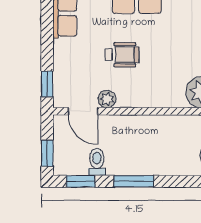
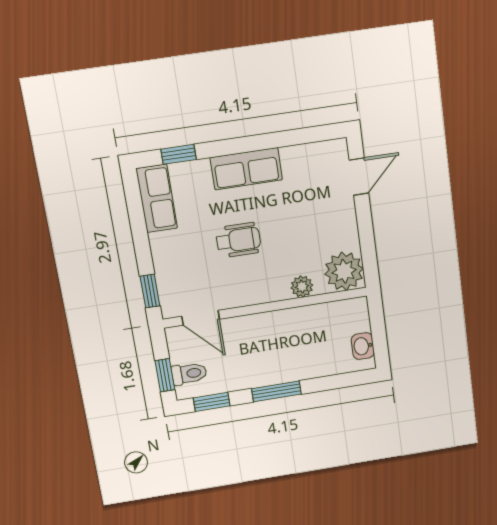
plant: (107, 99) -> (302, 287), moved
toilet: (97, 162) -> (189, 374), moved, turned 90

